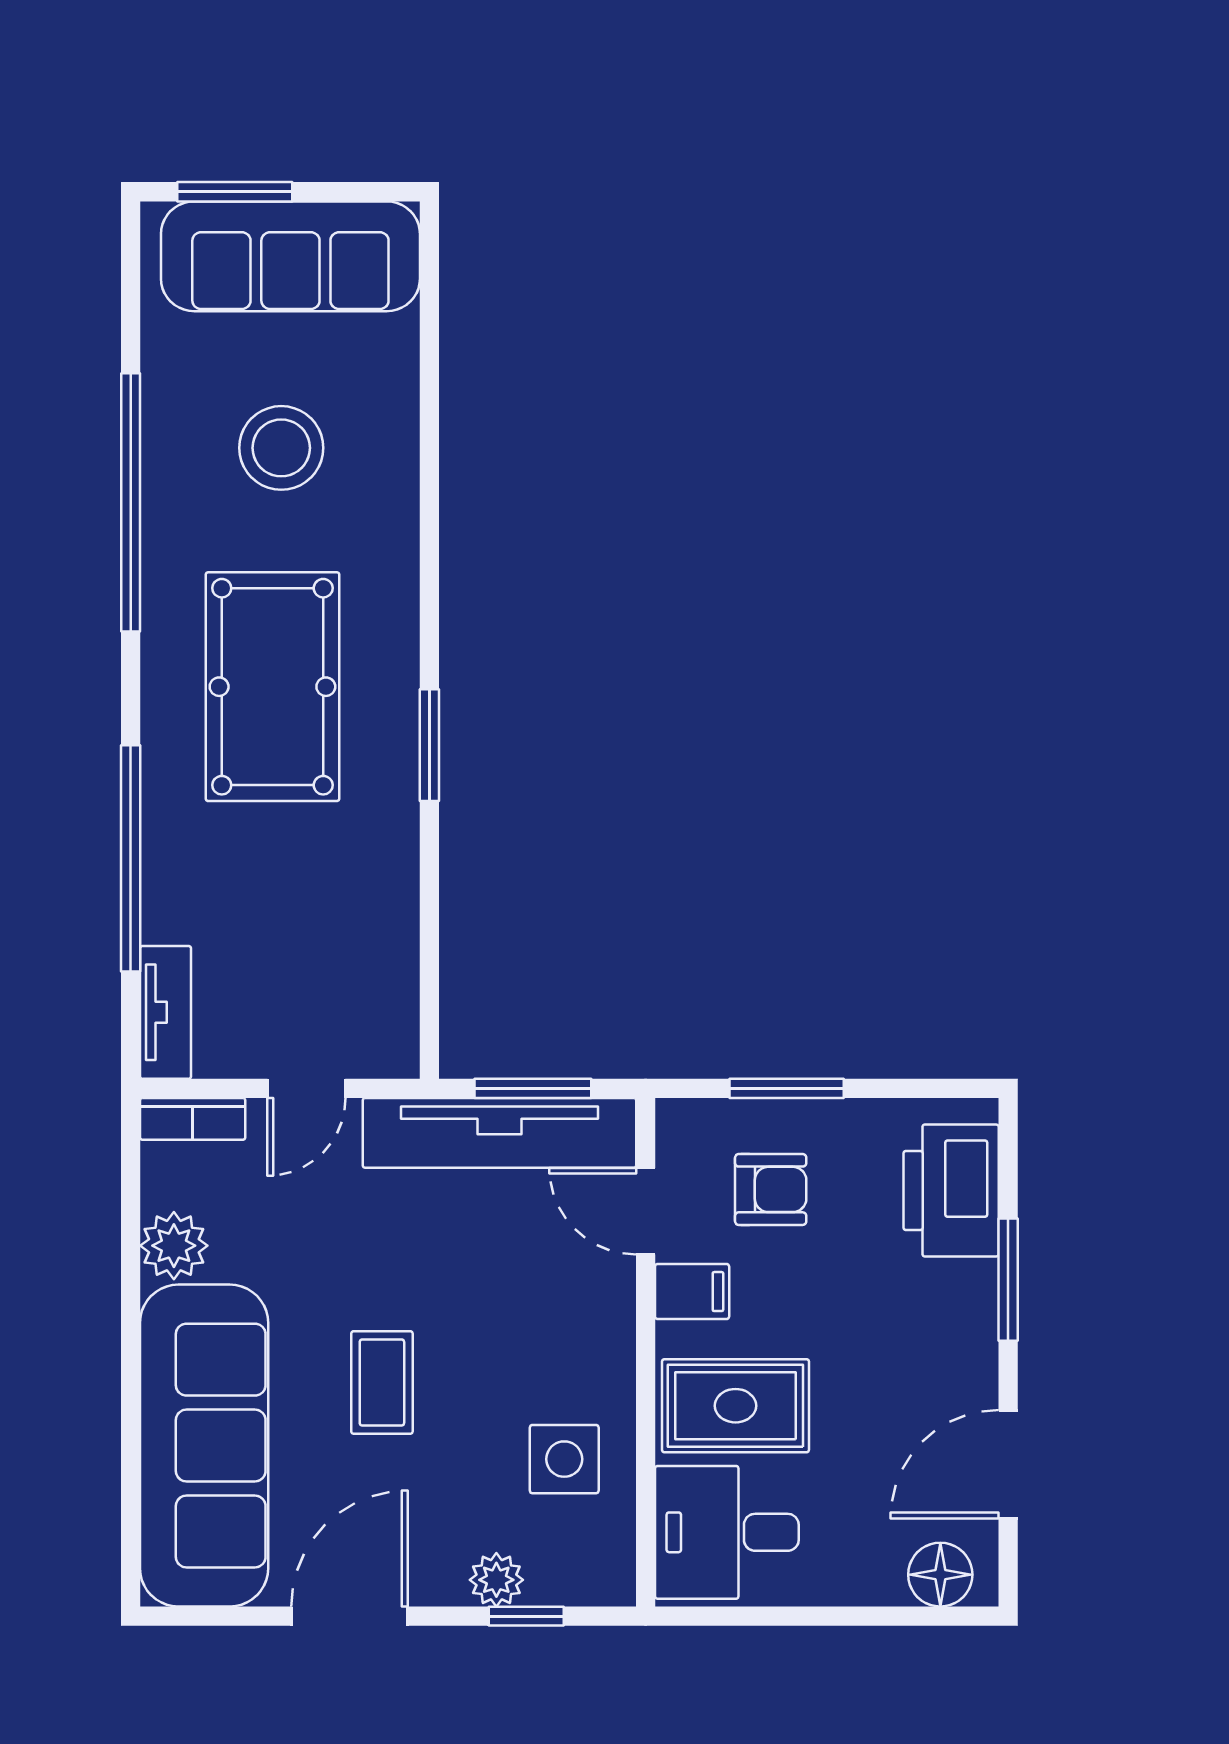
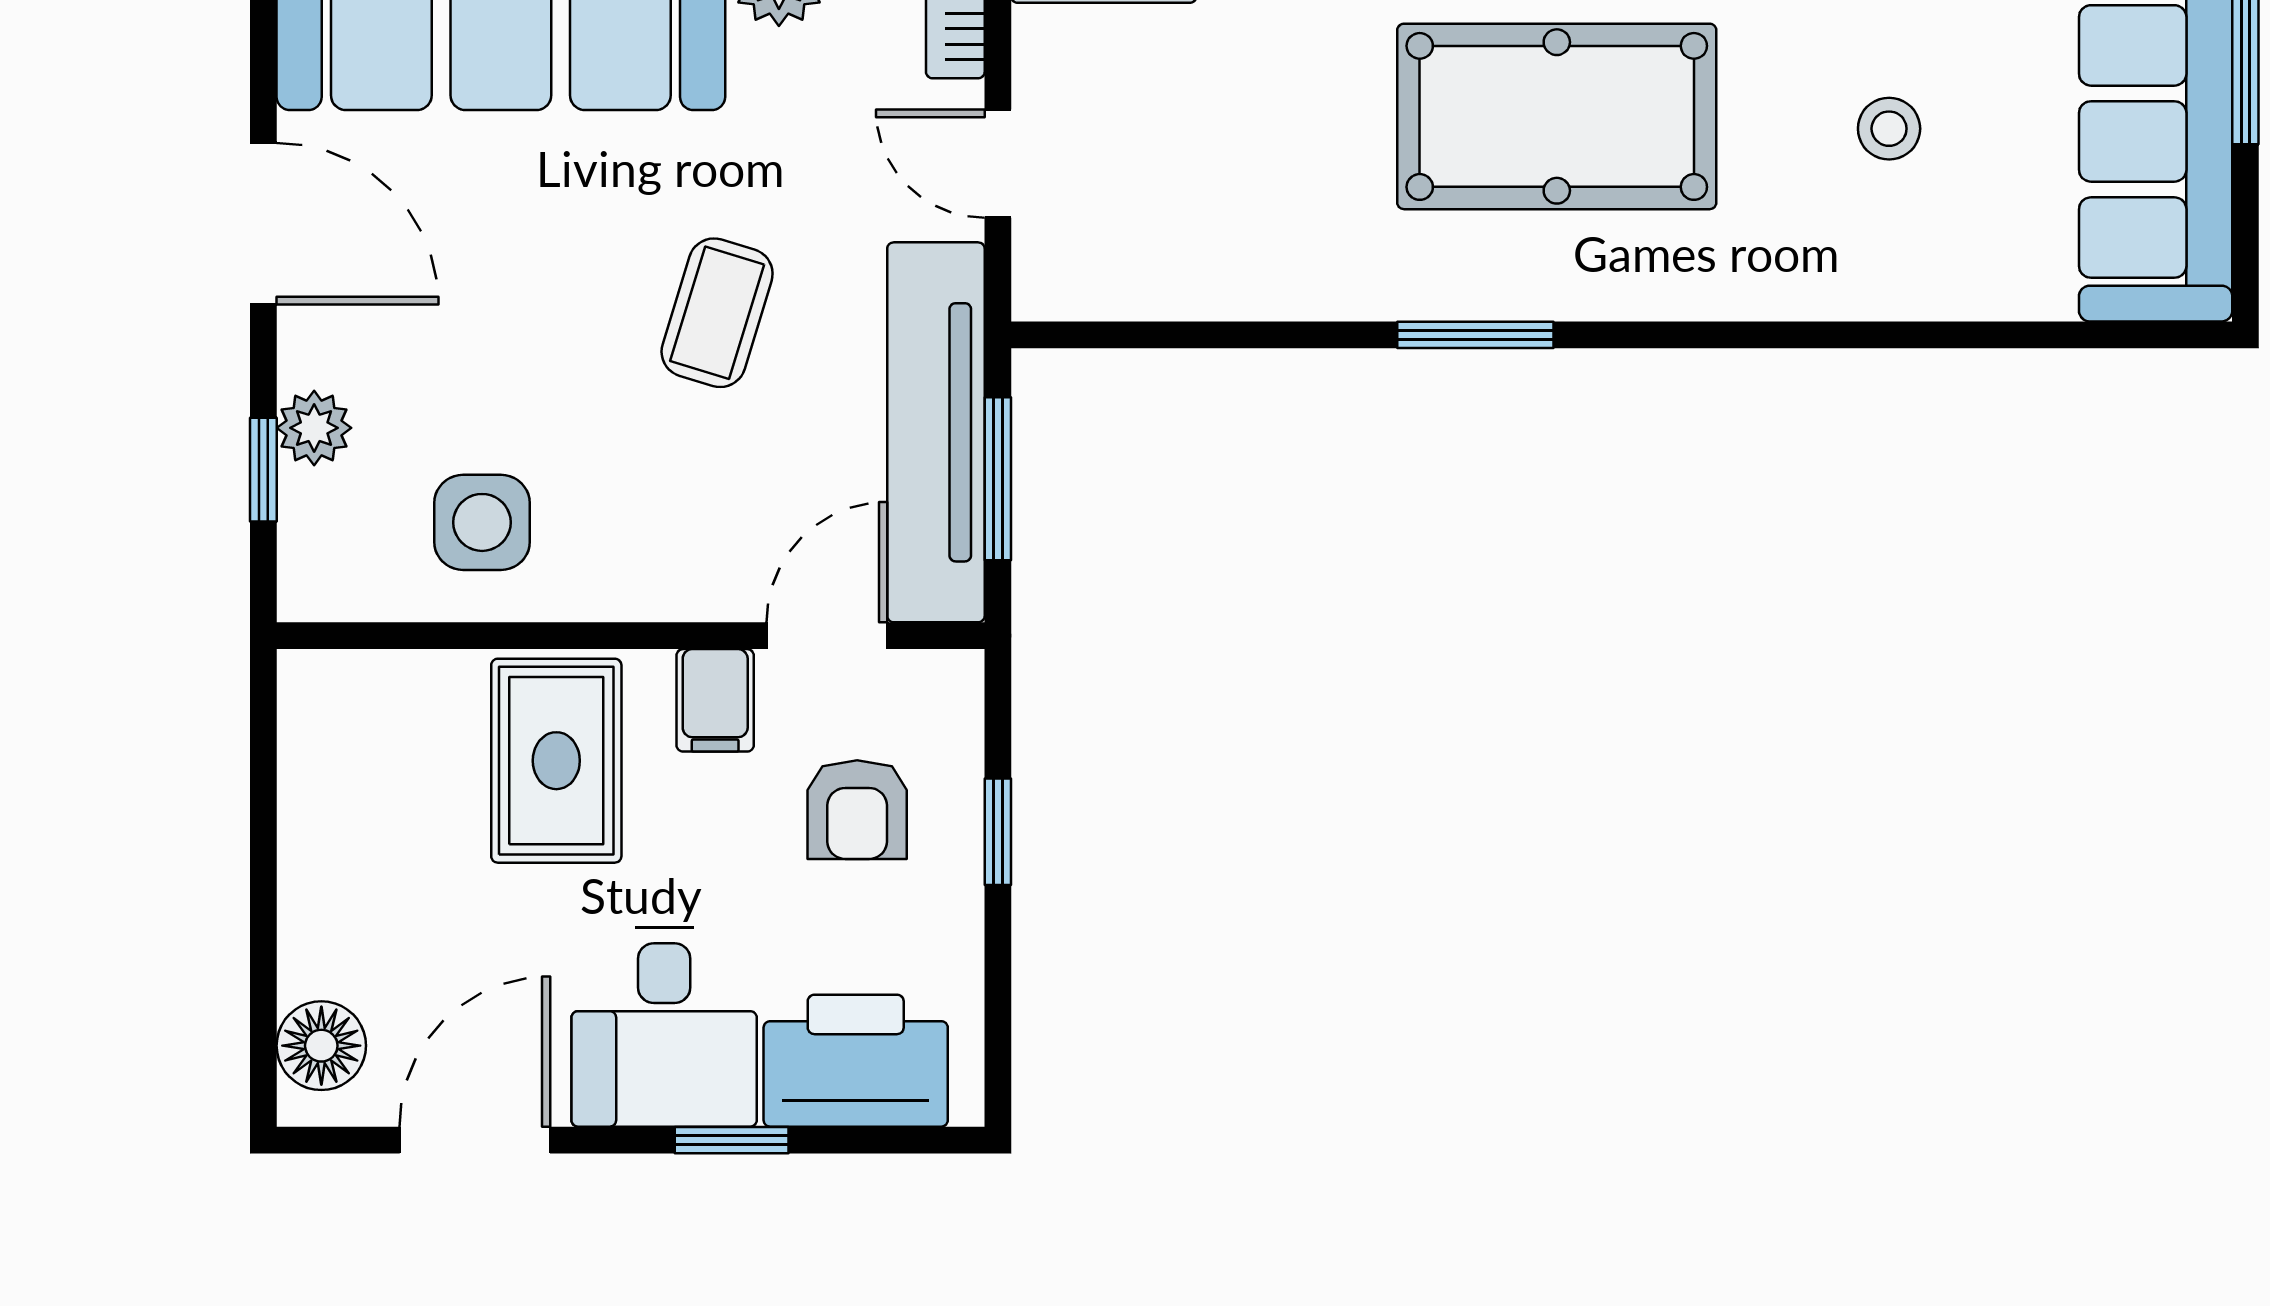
stool: (281, 448) -> (1889, 129), width x0.53, depth x0.53
window: (787, 1088) -> (998, 832), width x0.67
window: (1008, 1280) -> (732, 1140), width x0.67
coffee table: (382, 1382) -> (717, 313), moved, turned -73
door: (1008, 1464) -> (475, 1140), hinge flipped
desk: (727, 1532) -> (664, 1027), moved, turned 180

